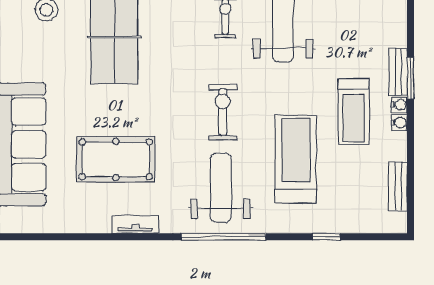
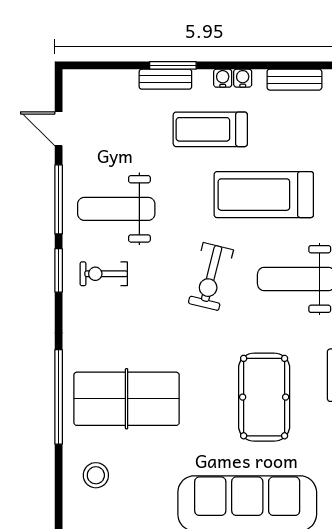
water cooler: (399, 105) -> (243, 78), moved
exercise bike: (223, 112) -> (211, 277), turned -76
treadmill: (354, 112) -> (210, 129), turned 180

